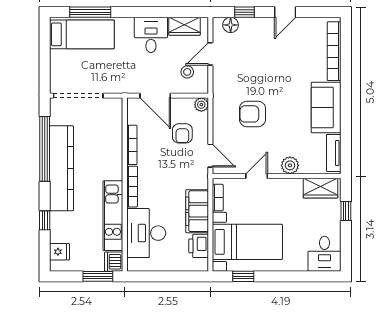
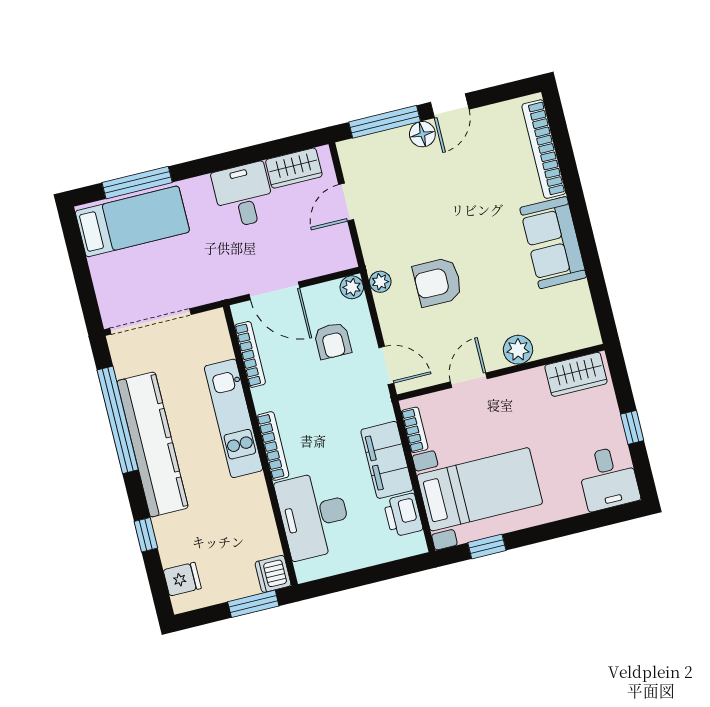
window: (244, 12) -> (385, 122), width x2.17
floor lamp: (231, 25) -> (422, 134), moved
stool: (187, 72) -> (316, 240), removed
plant: (219, 105) -> (380, 282), added
bookcase: (132, 145) -> (250, 354), moved
tv unit: (334, 153) -> (583, 313), removed
window: (346, 211) -> (632, 427), moved
kitchen unit: (113, 216) -> (234, 418), moved

